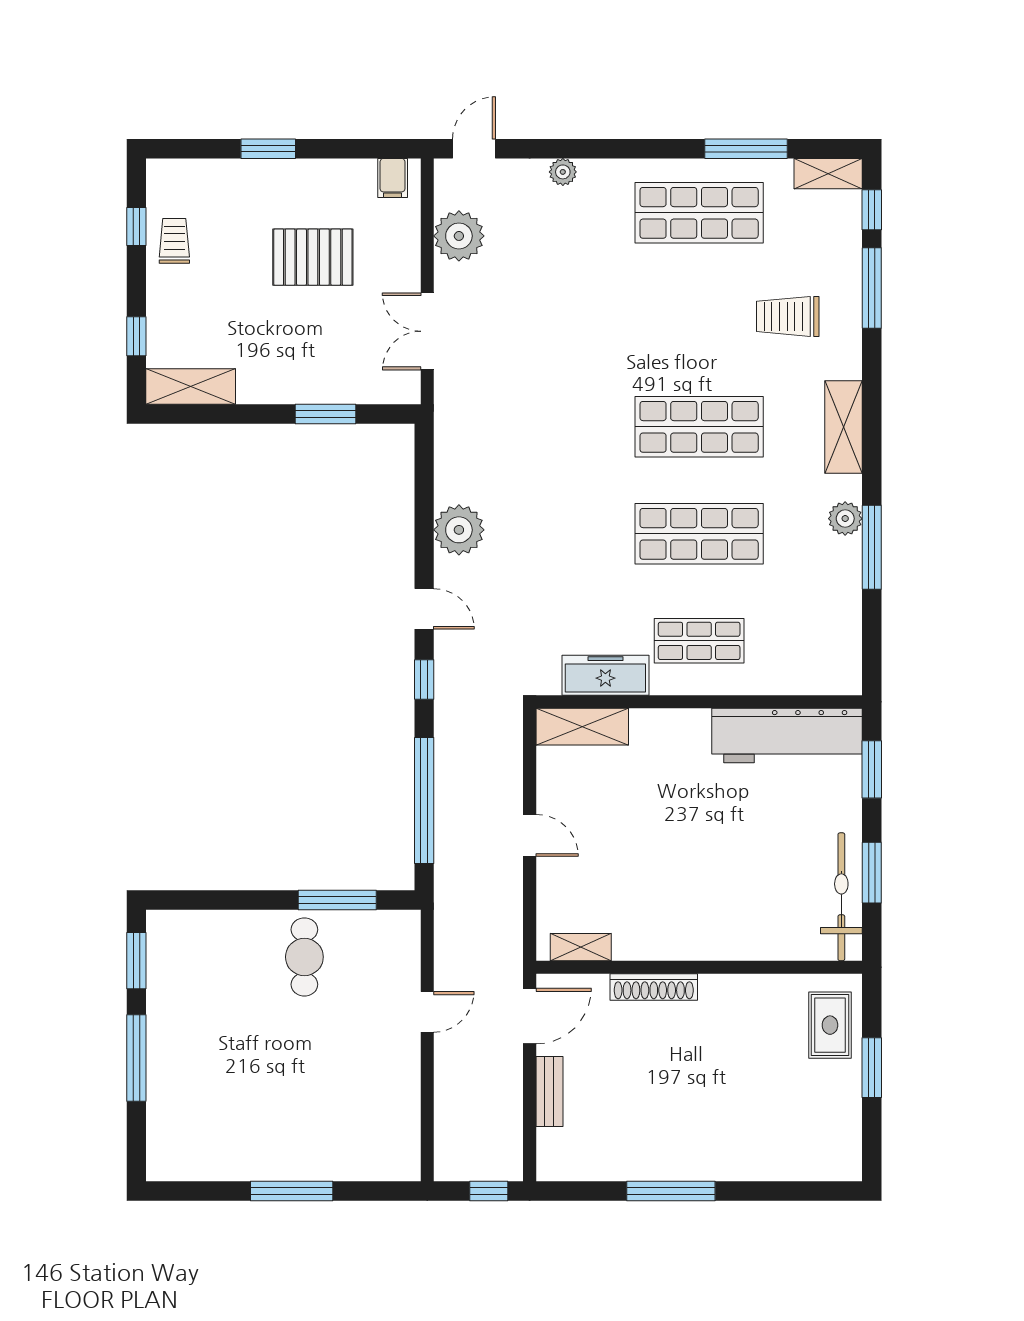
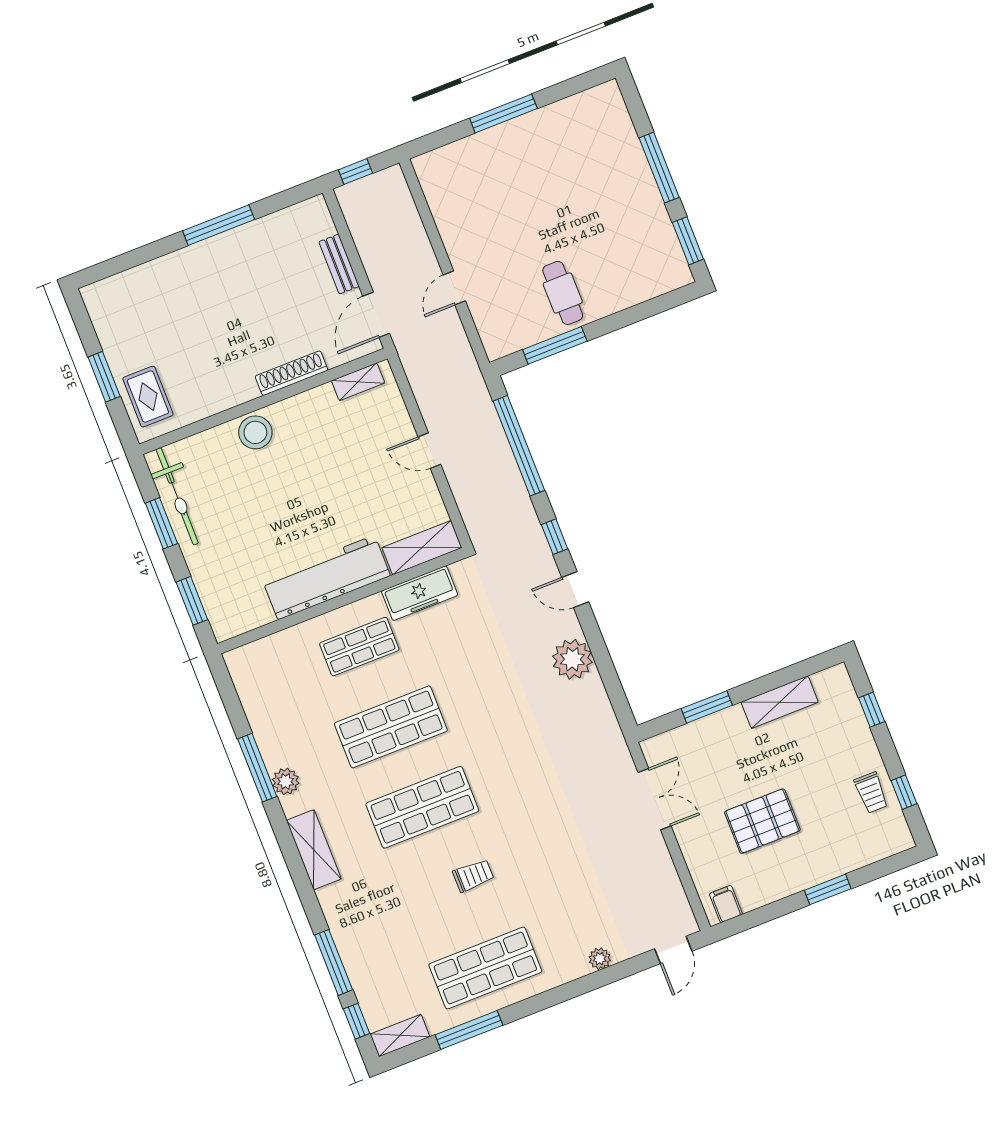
plant: (459, 236) -> (659, 880), removed
trolley: (788, 316) -> (473, 876), moved, width x0.73, depth x0.72
shelving: (191, 387) -> (780, 702), moved
workbench: (787, 736) -> (326, 577), moved
stool: (722, 935) -> (255, 432), added

